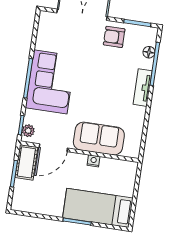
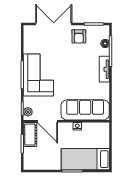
armchair: (114, 37) -> (79, 36), turned -90
sofa: (99, 139) -> (85, 110), width x1.36
door: (53, 148) -> (47, 121), hinge flipped

